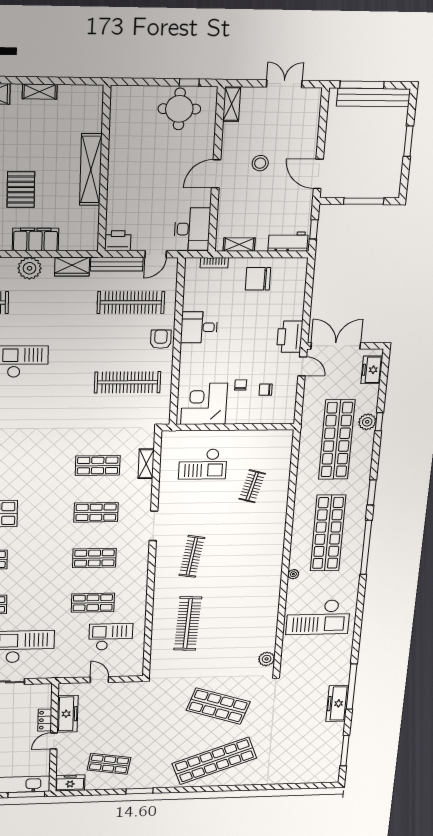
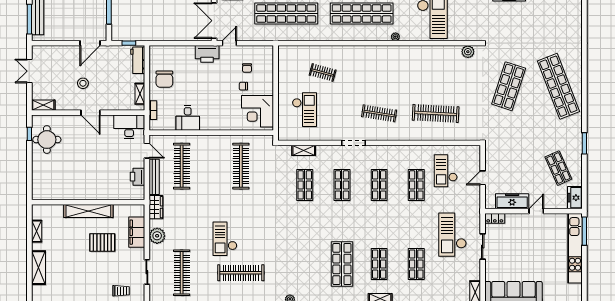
wall: (104, 169) -> (88, 202), moved
shelving: (91, 170) -> (88, 211), moved
desk: (199, 327) -> (188, 118), moved
armchair: (161, 339) -> (209, 144), removed
locker: (45, 720) -> (495, 218), moved
door: (54, 741) -> (536, 211), swing flipped
shop shelf: (109, 764) -> (558, 168), turned -33

